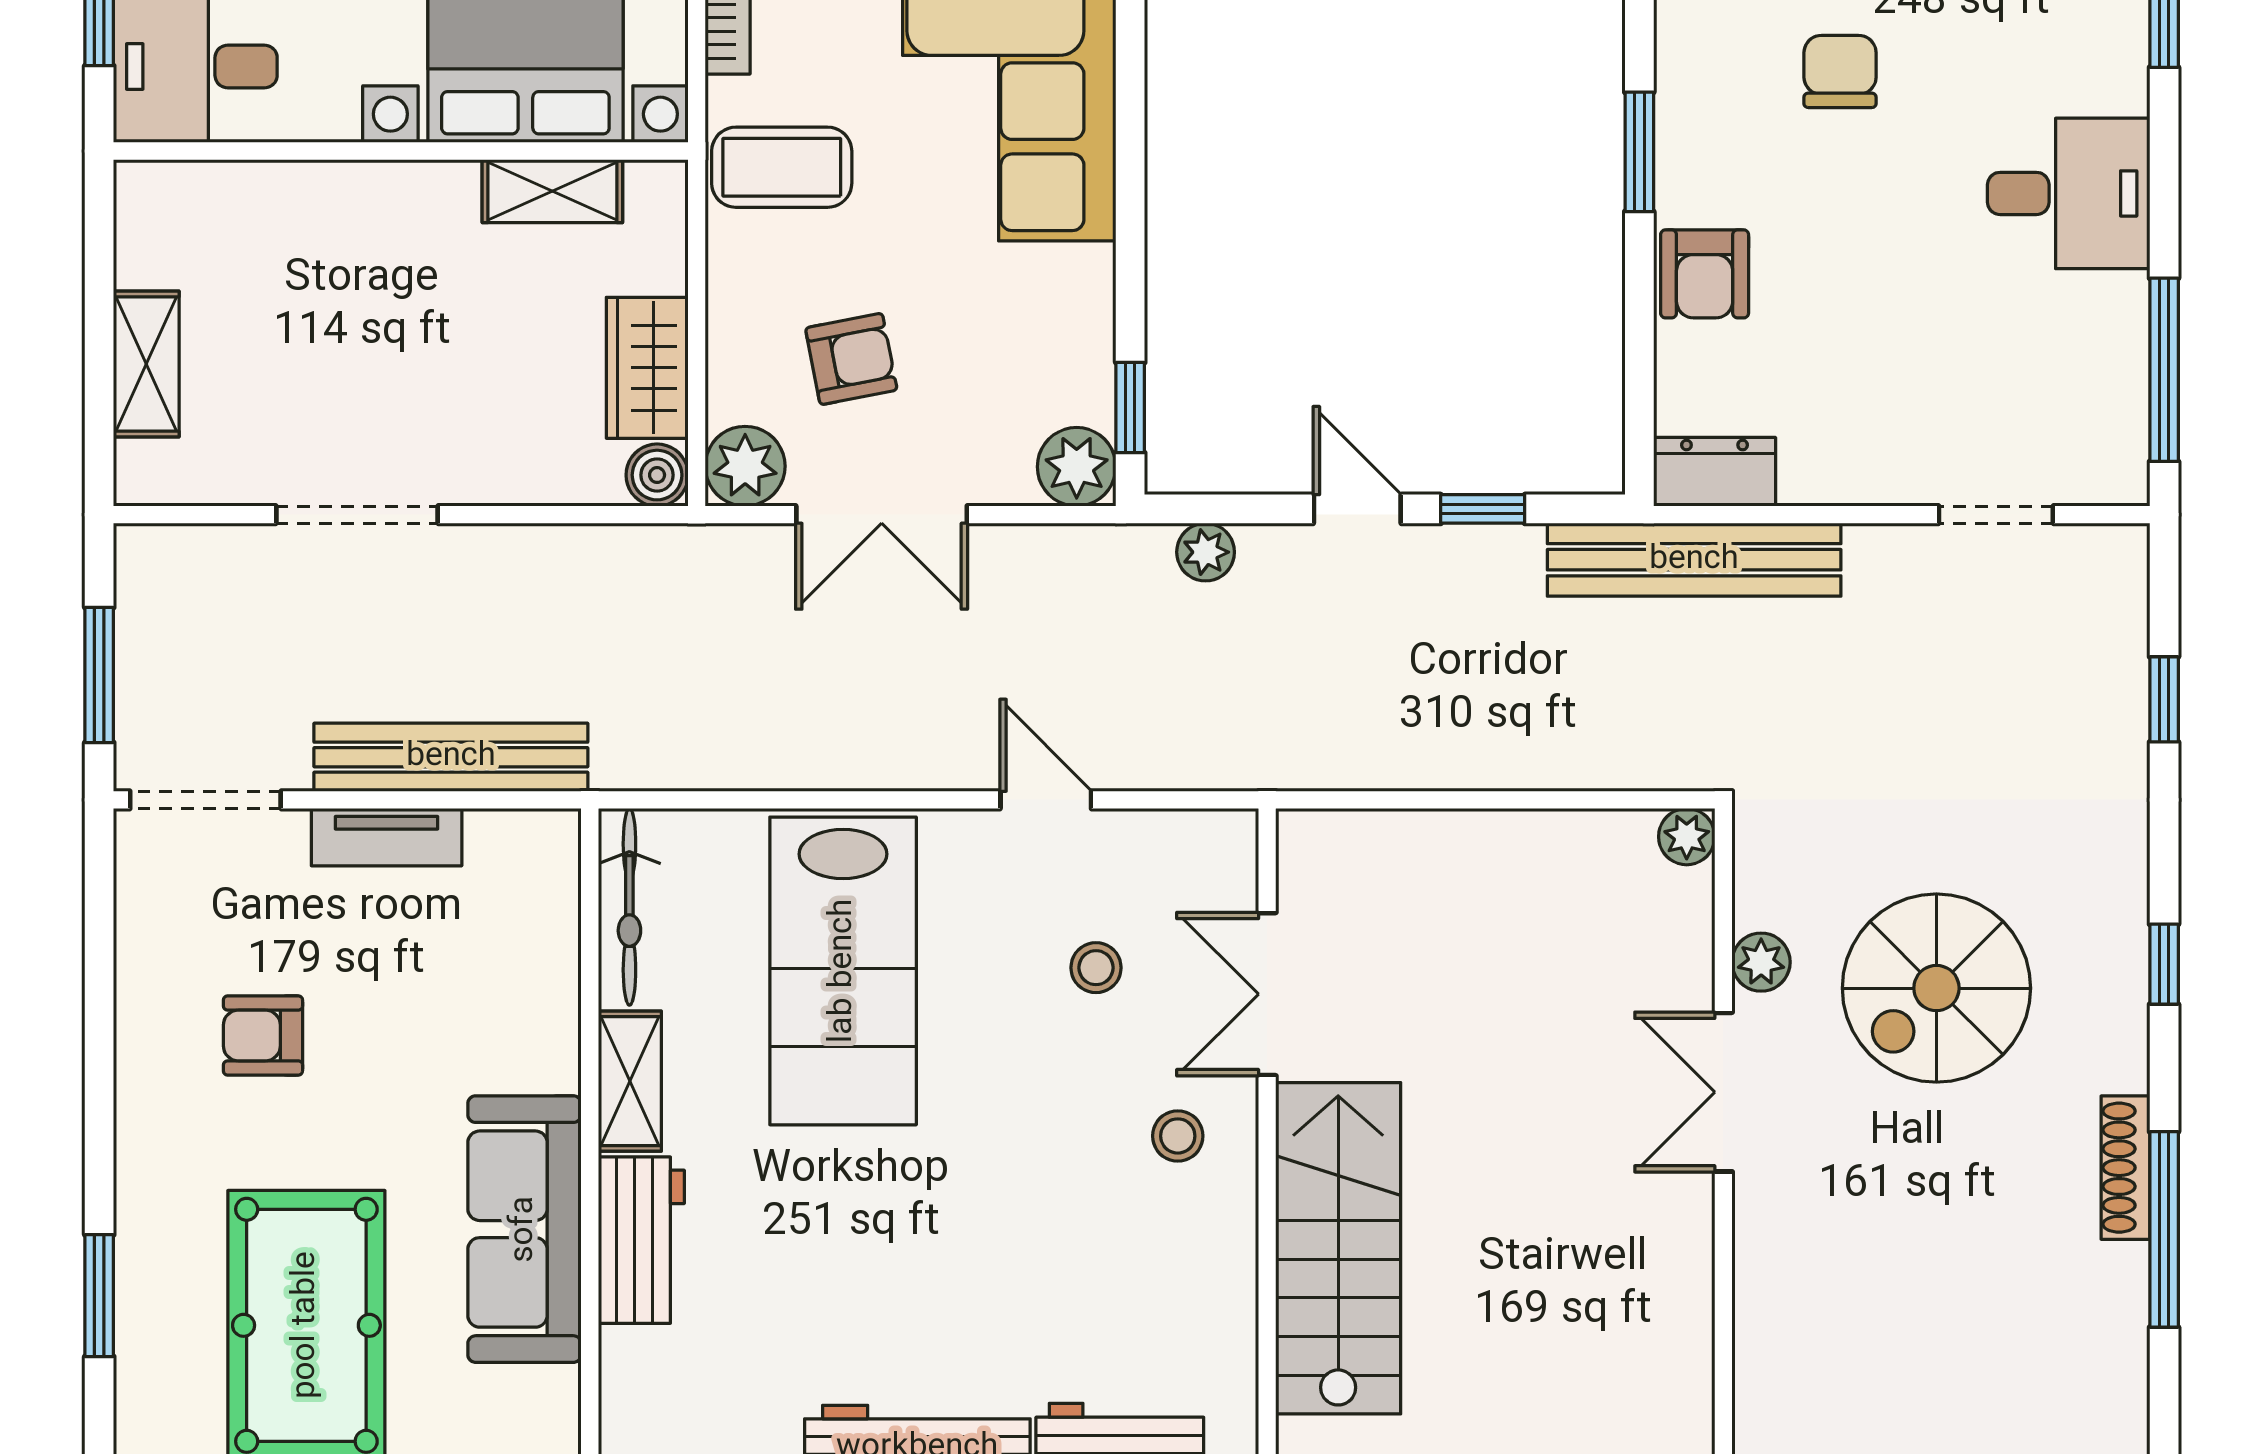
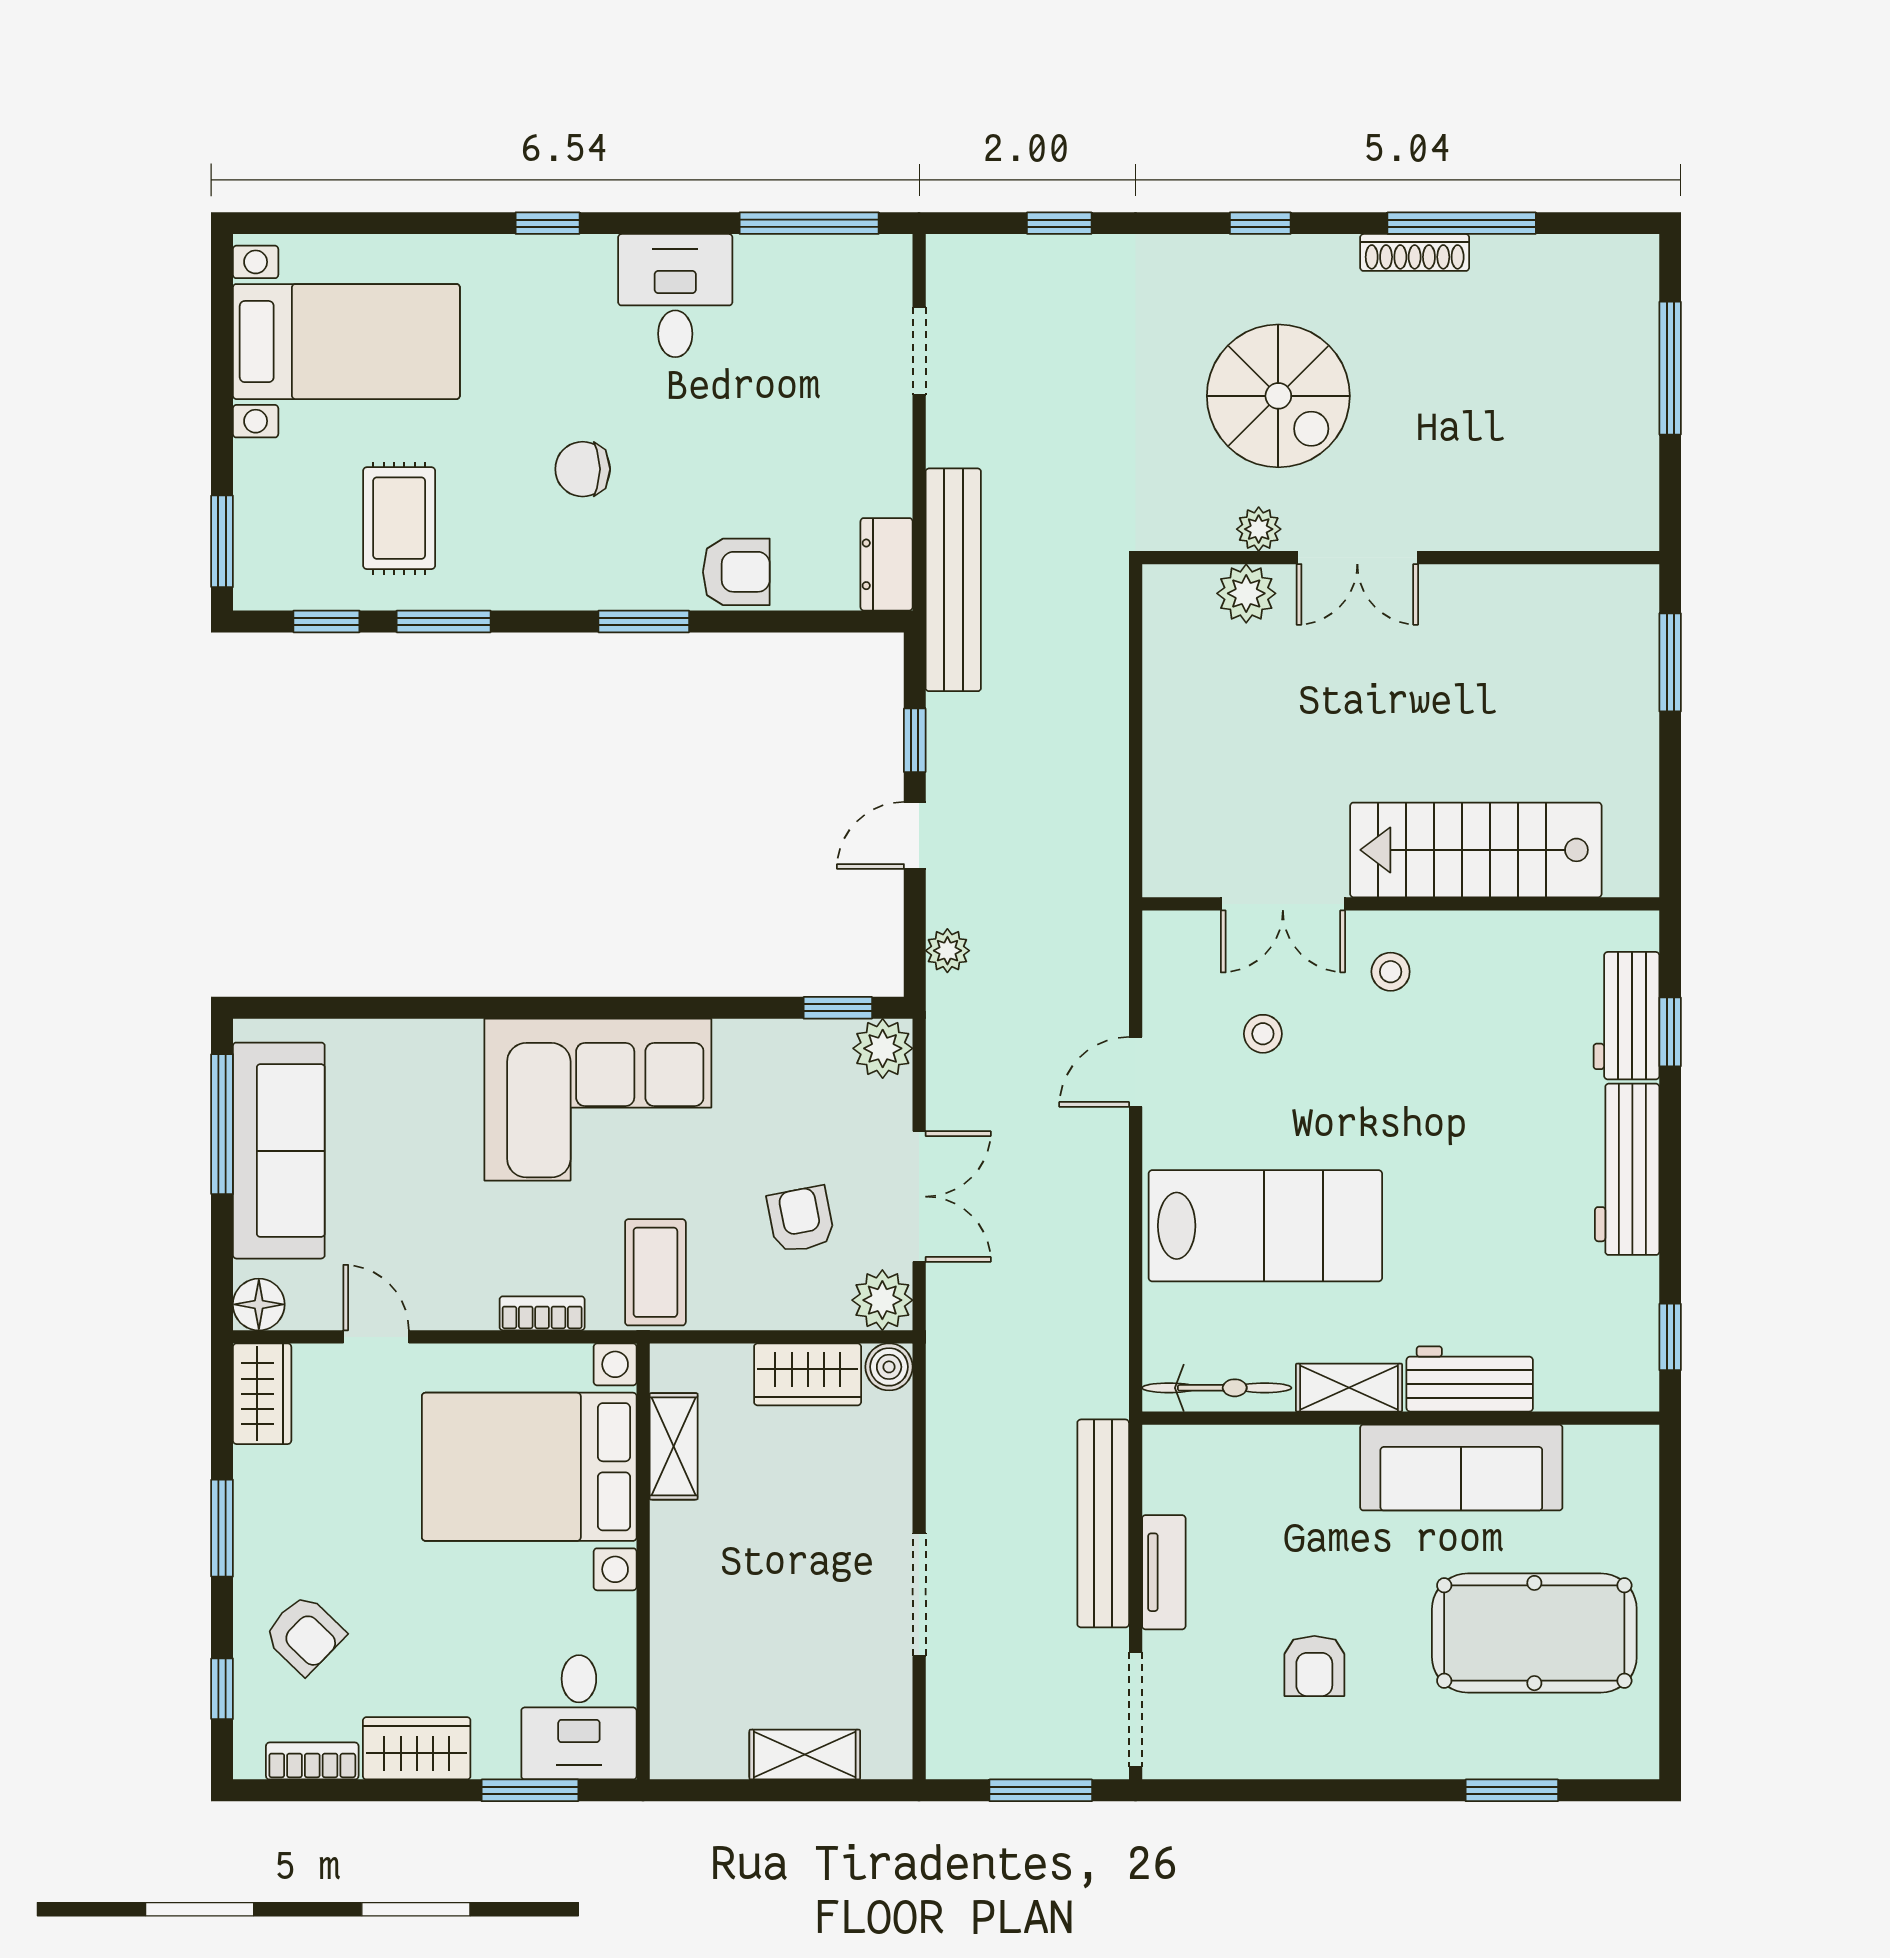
plant: (1687, 837) -> (1246, 593), moved, width x1.38, depth x1.38

